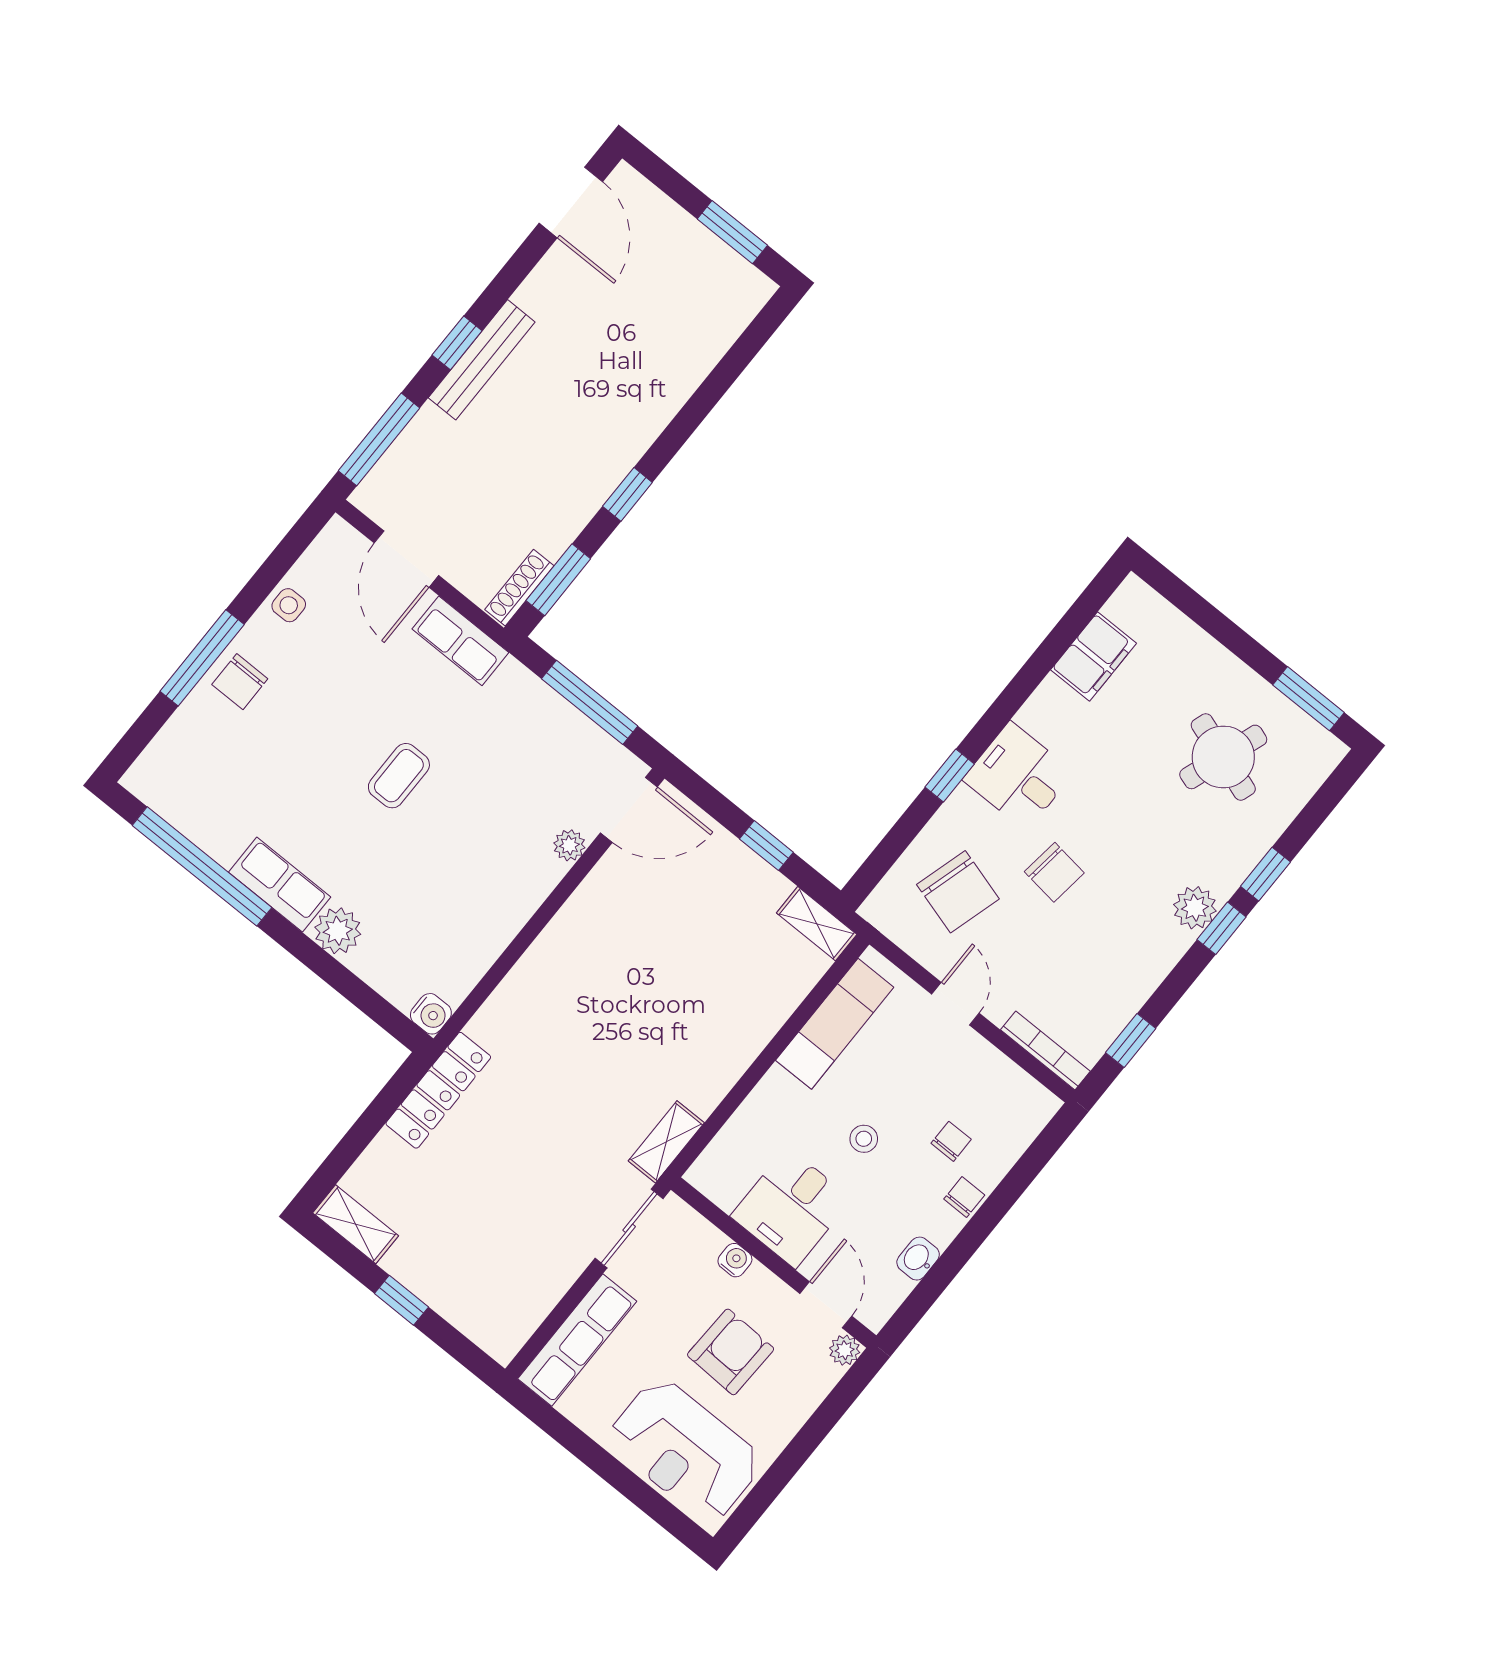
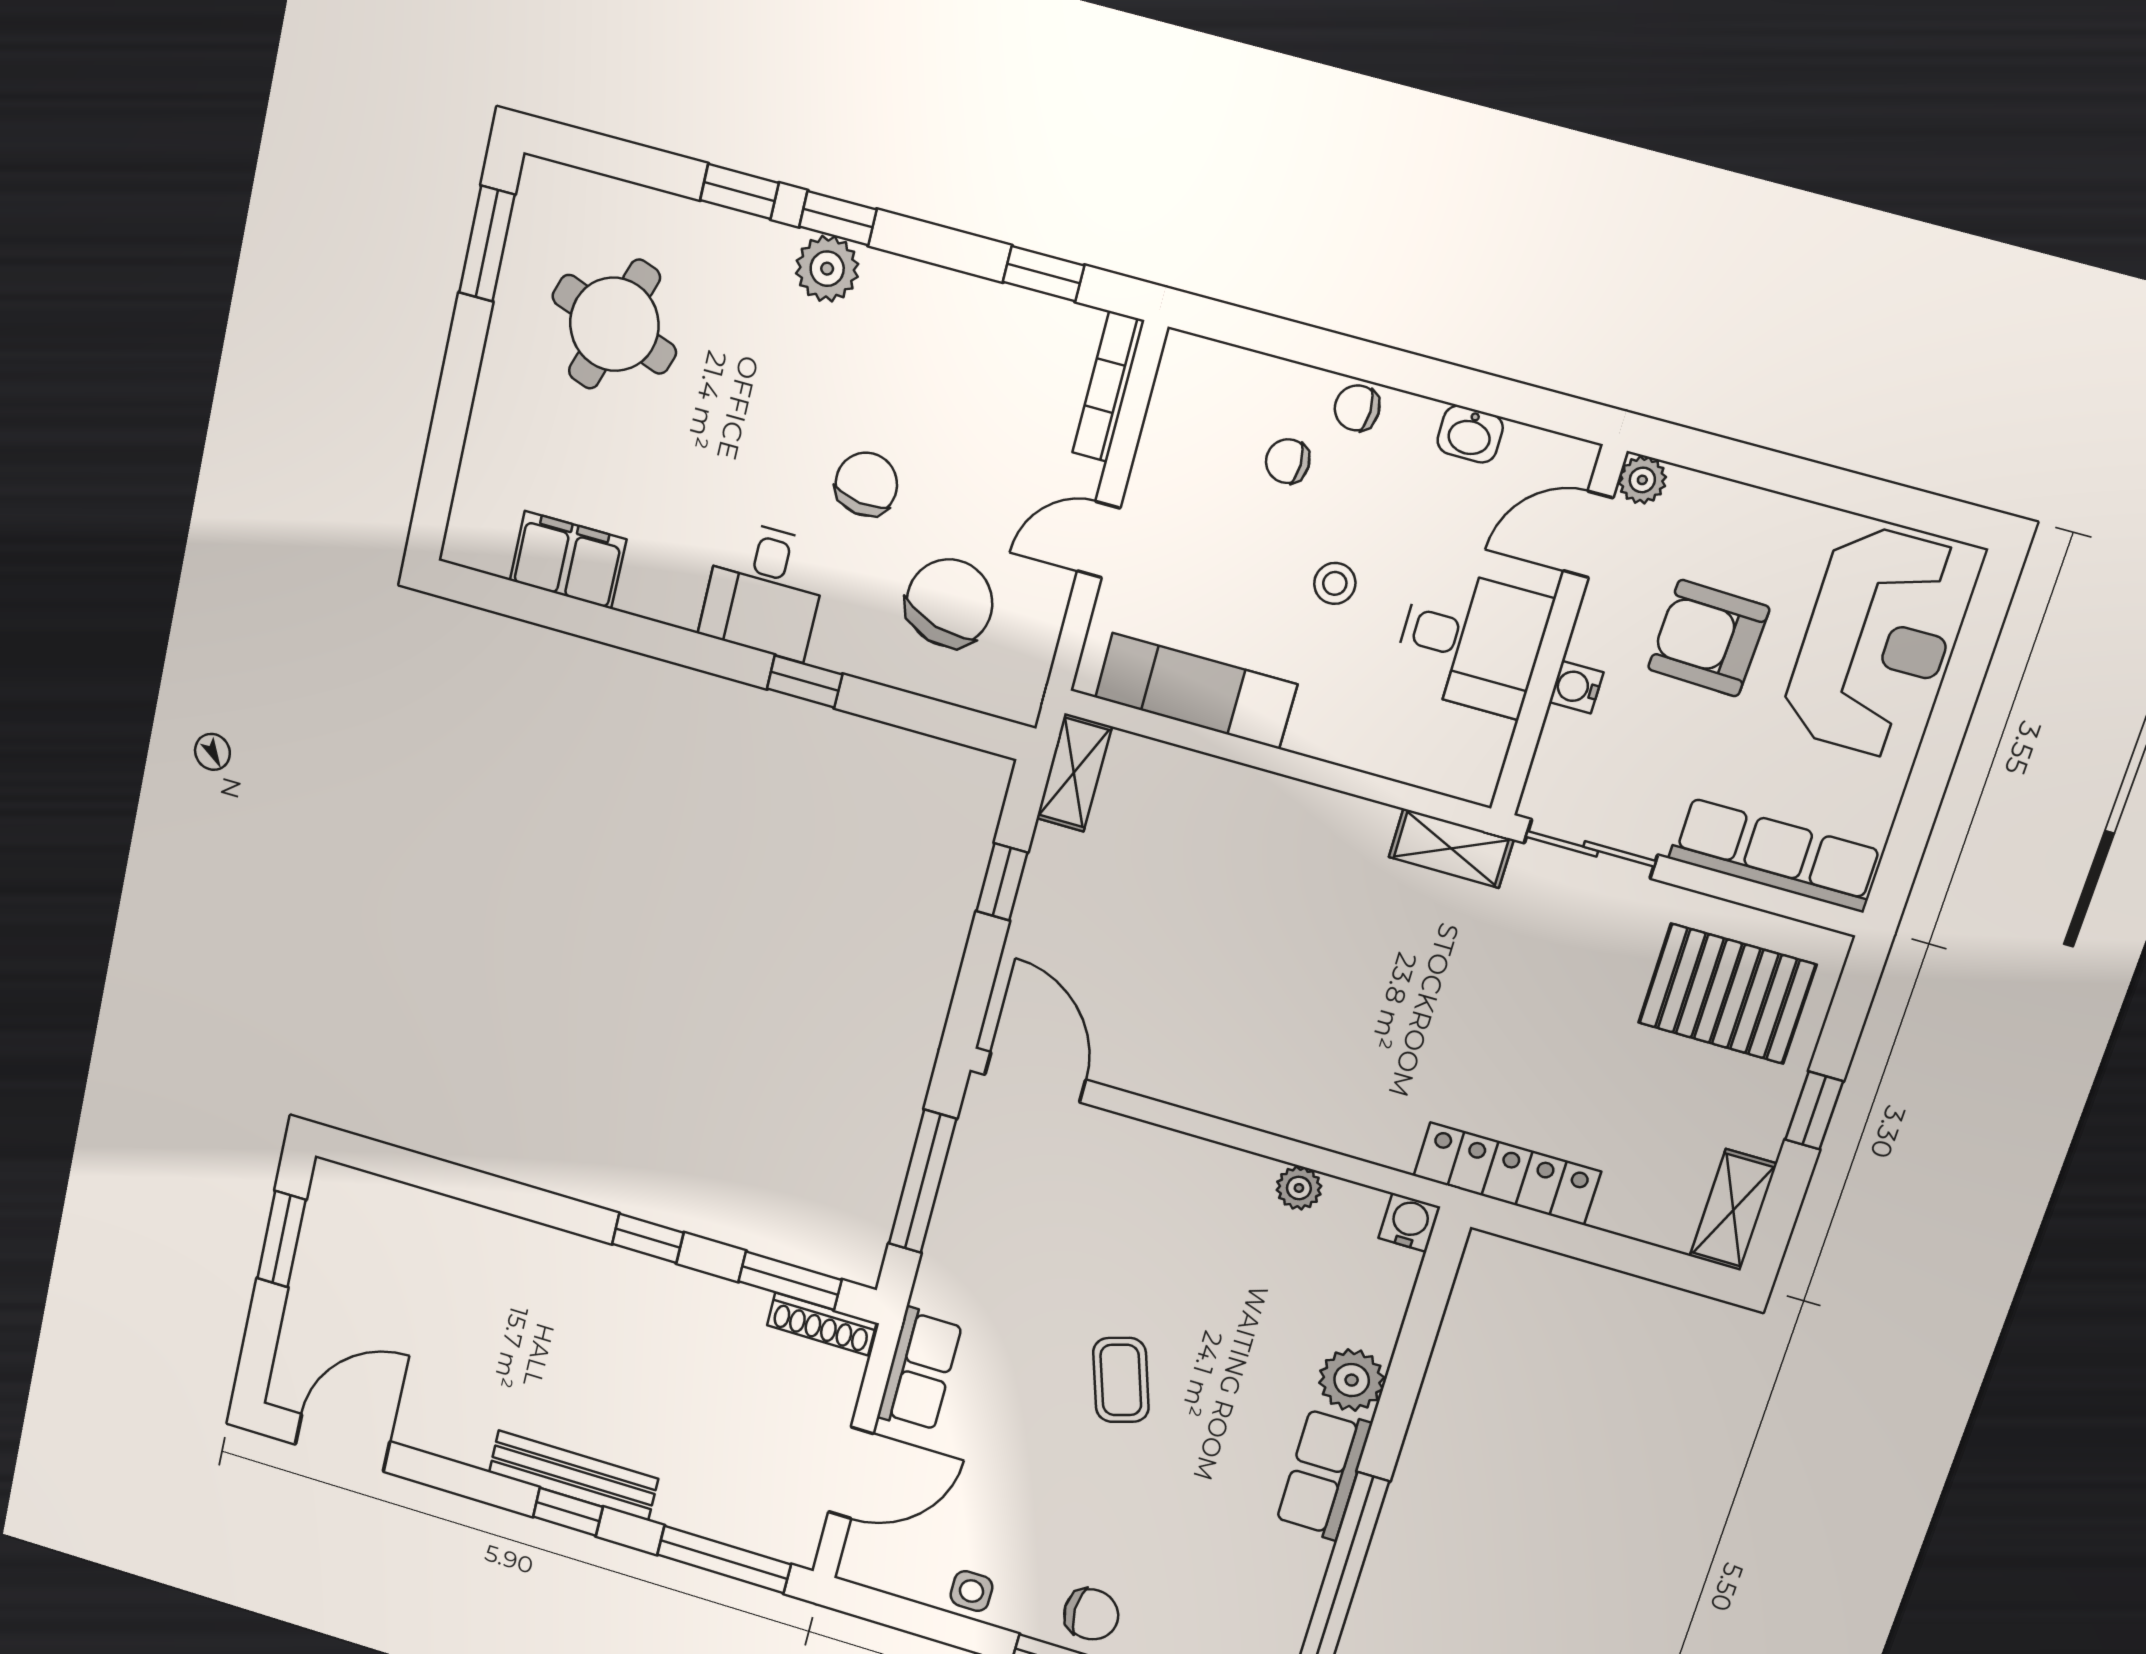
coffee table: (399, 776) -> (1121, 1380), turned 72
plant: (569, 845) -> (1299, 1188), moved
pallet: (500, 1276) -> (1727, 994), added

